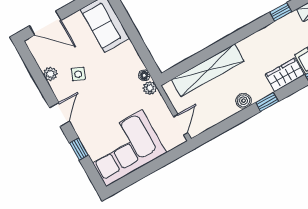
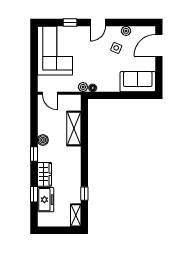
shelving: (208, 70) -> (74, 129), width x0.68
door: (60, 115) -> (98, 22), hinge flipped

